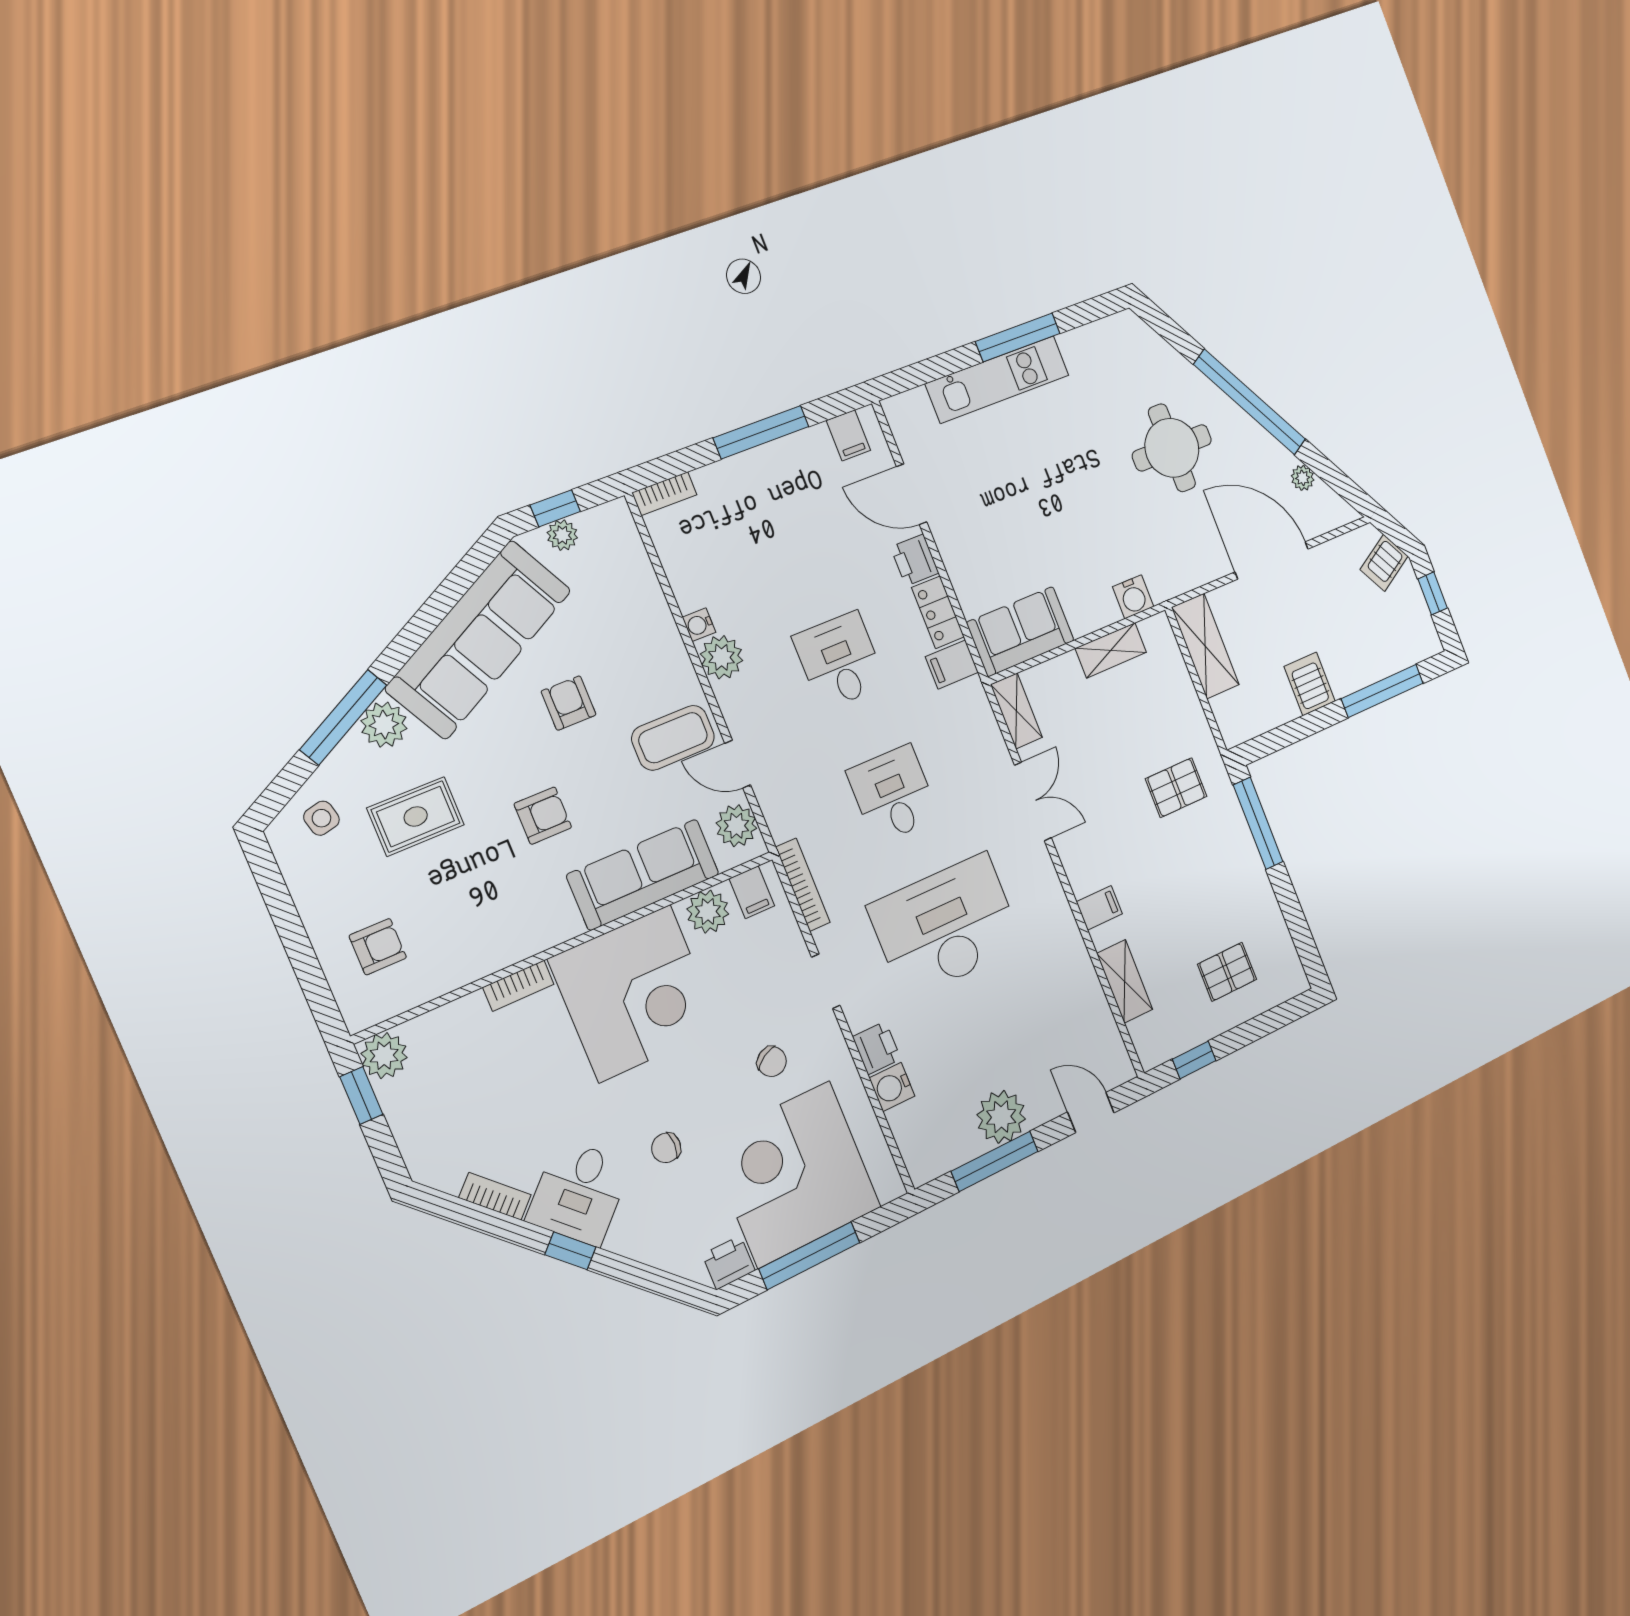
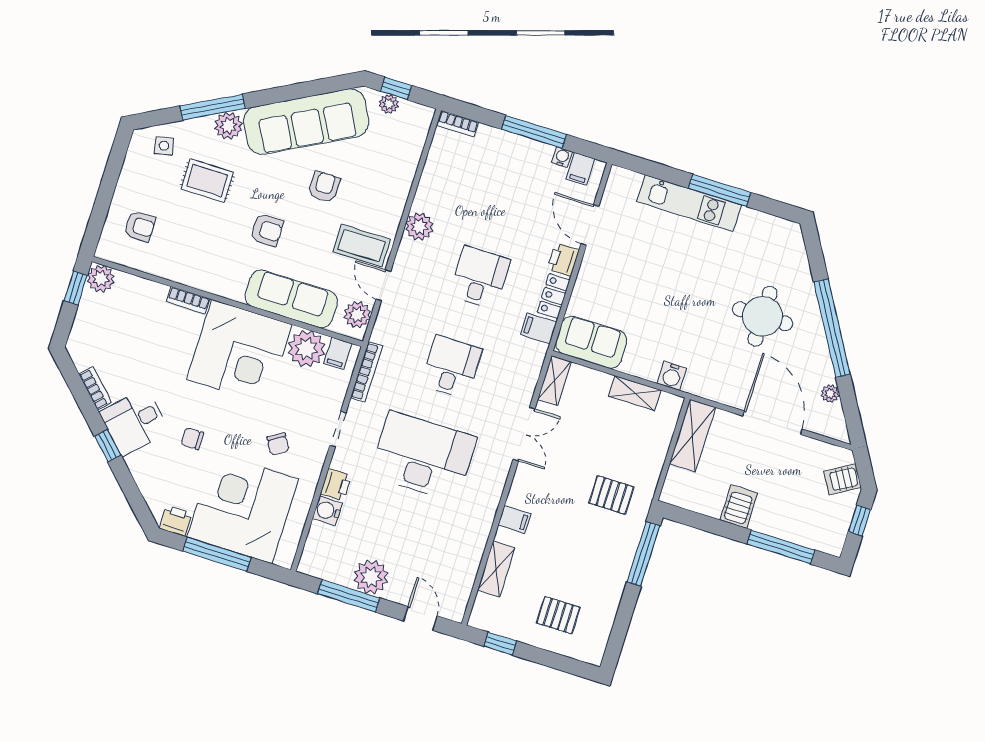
water cooler: (699, 625) -> (562, 157), moved, turned 90
plant: (708, 911) -> (306, 349), width x1.36, depth x1.36

